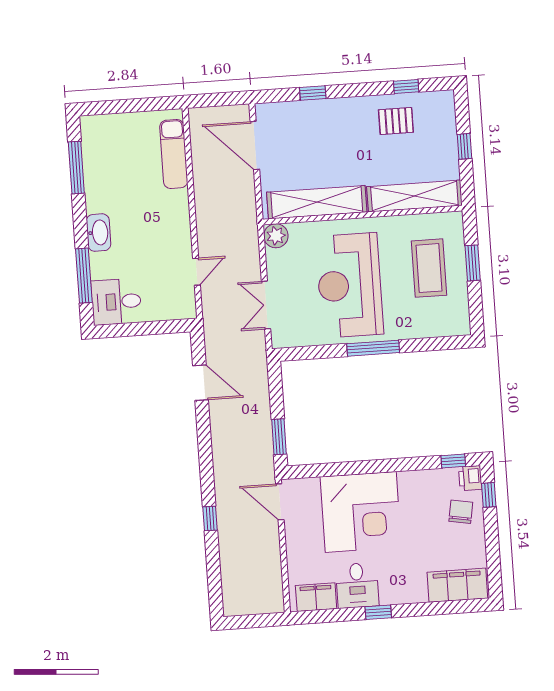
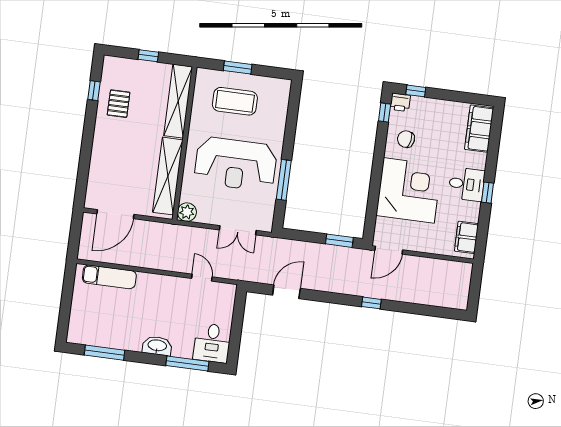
window: (313, 93) -> (85, 162), removed
window: (373, 348) -> (284, 180), moved
chair: (461, 512) -> (406, 139), moved
window: (210, 518) -> (371, 303), moved
desk: (357, 585) -> (467, 184), moved

